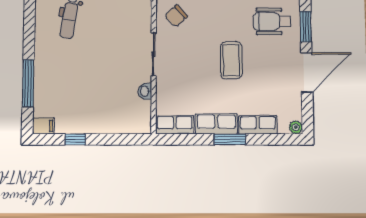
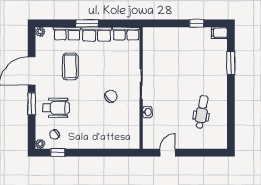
chair: (176, 16) -> (111, 96), moved
coffee table: (231, 60) -> (70, 66), moved
window: (28, 83) -> (231, 63), width x0.69
washbasin: (145, 91) -> (147, 112), moved

